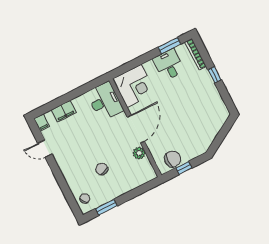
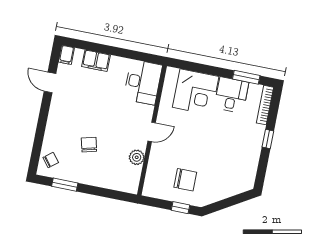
corner desk: (134, 86) -> (196, 92), moved
door: (136, 129) -> (152, 132), width x0.53
chair: (173, 159) -> (185, 180), moved
window: (184, 168) -> (181, 208), moved

